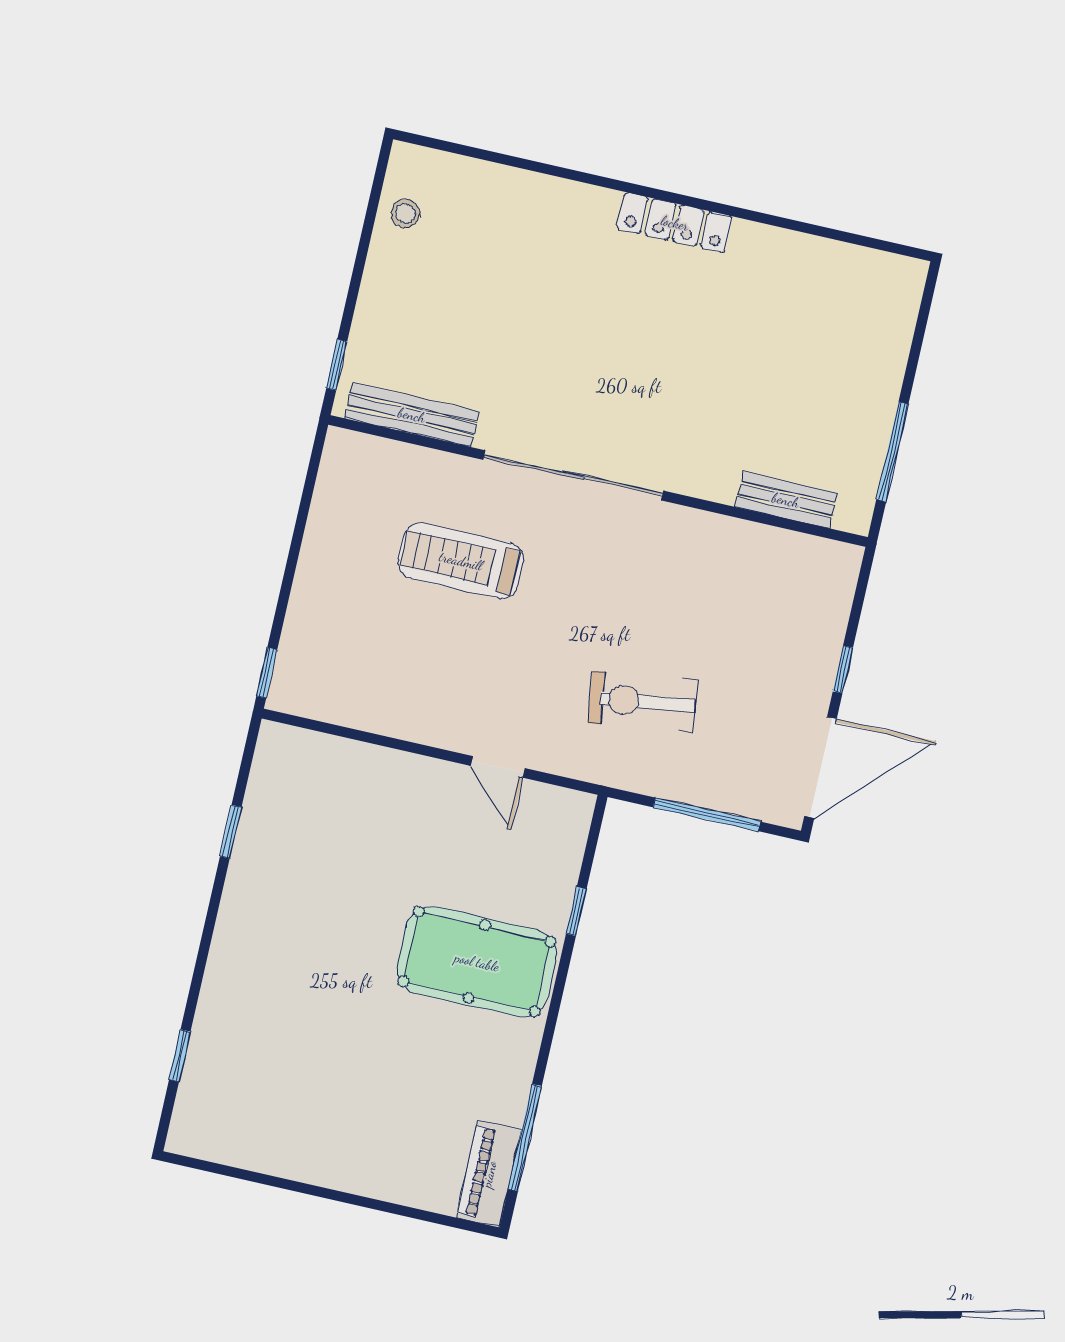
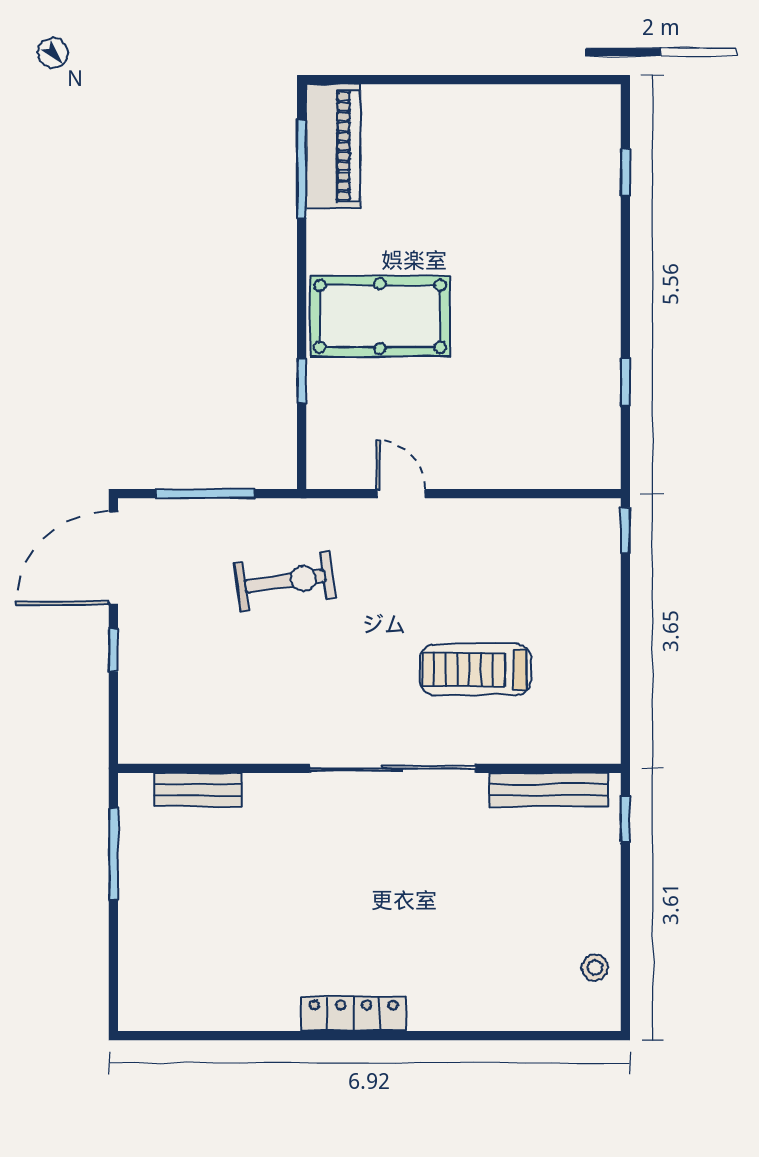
treadmill: (461, 561) -> (475, 670), turned 180
piano: (489, 1174) -> (333, 146), width x1.37, depth x1.33

